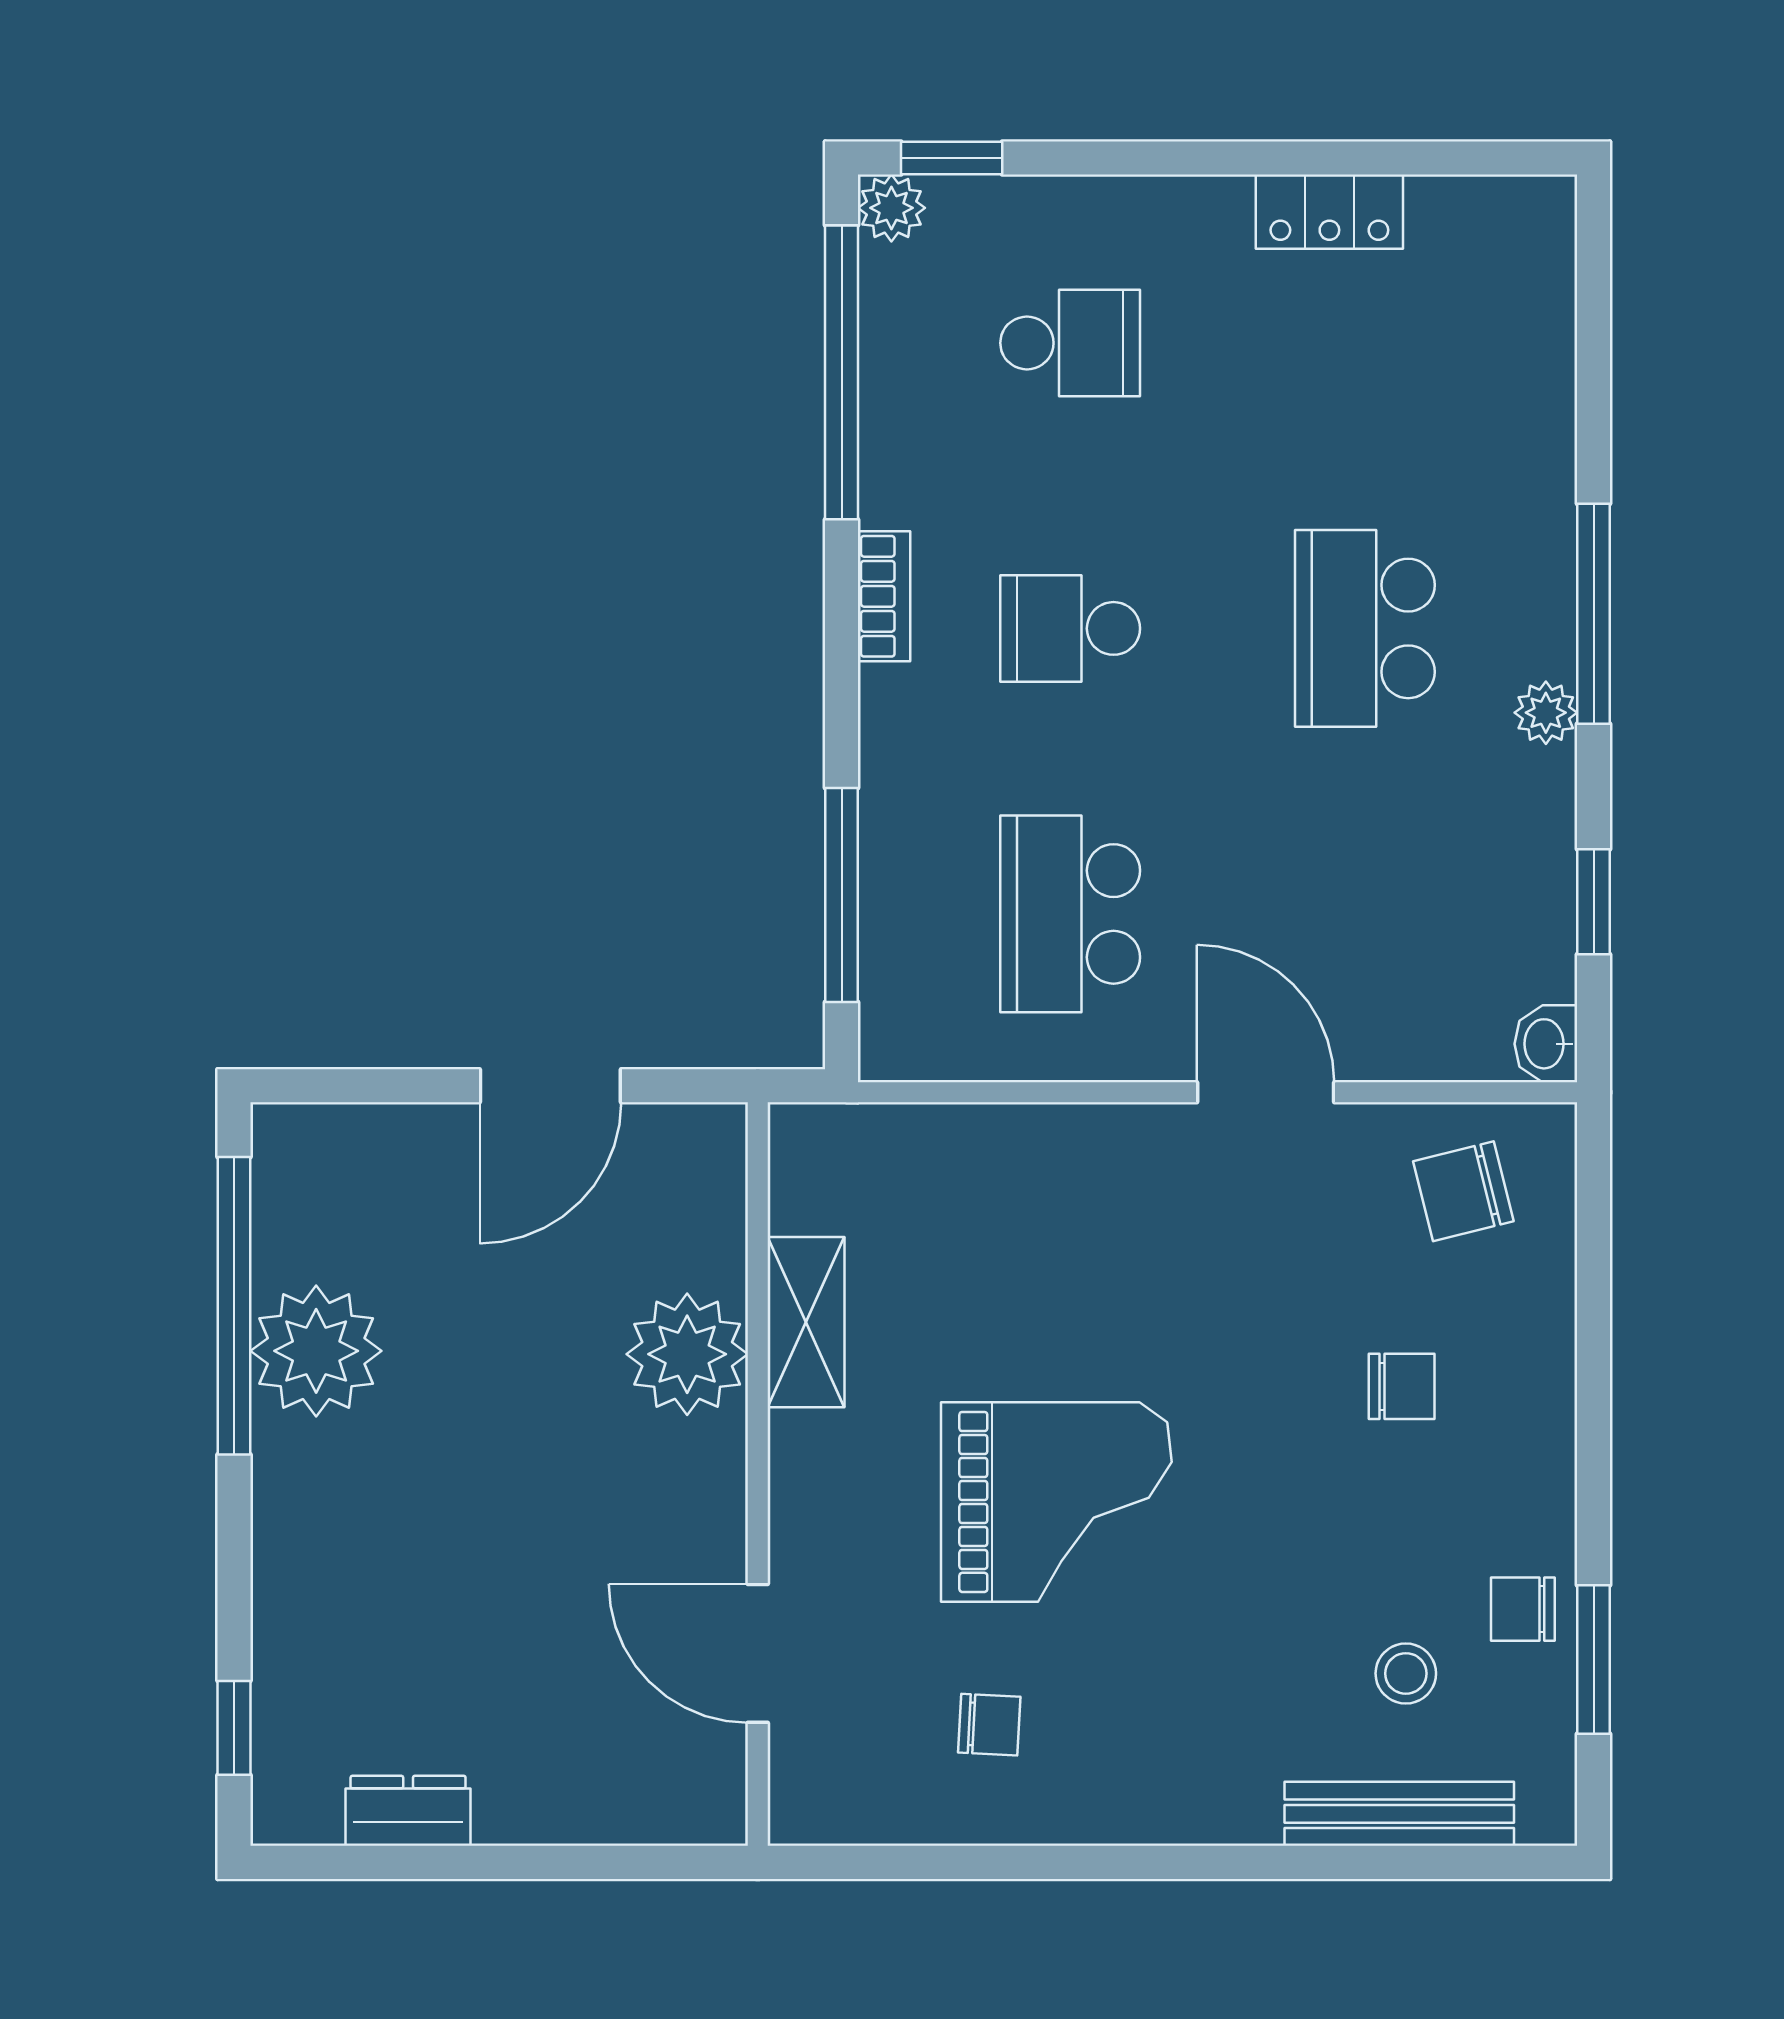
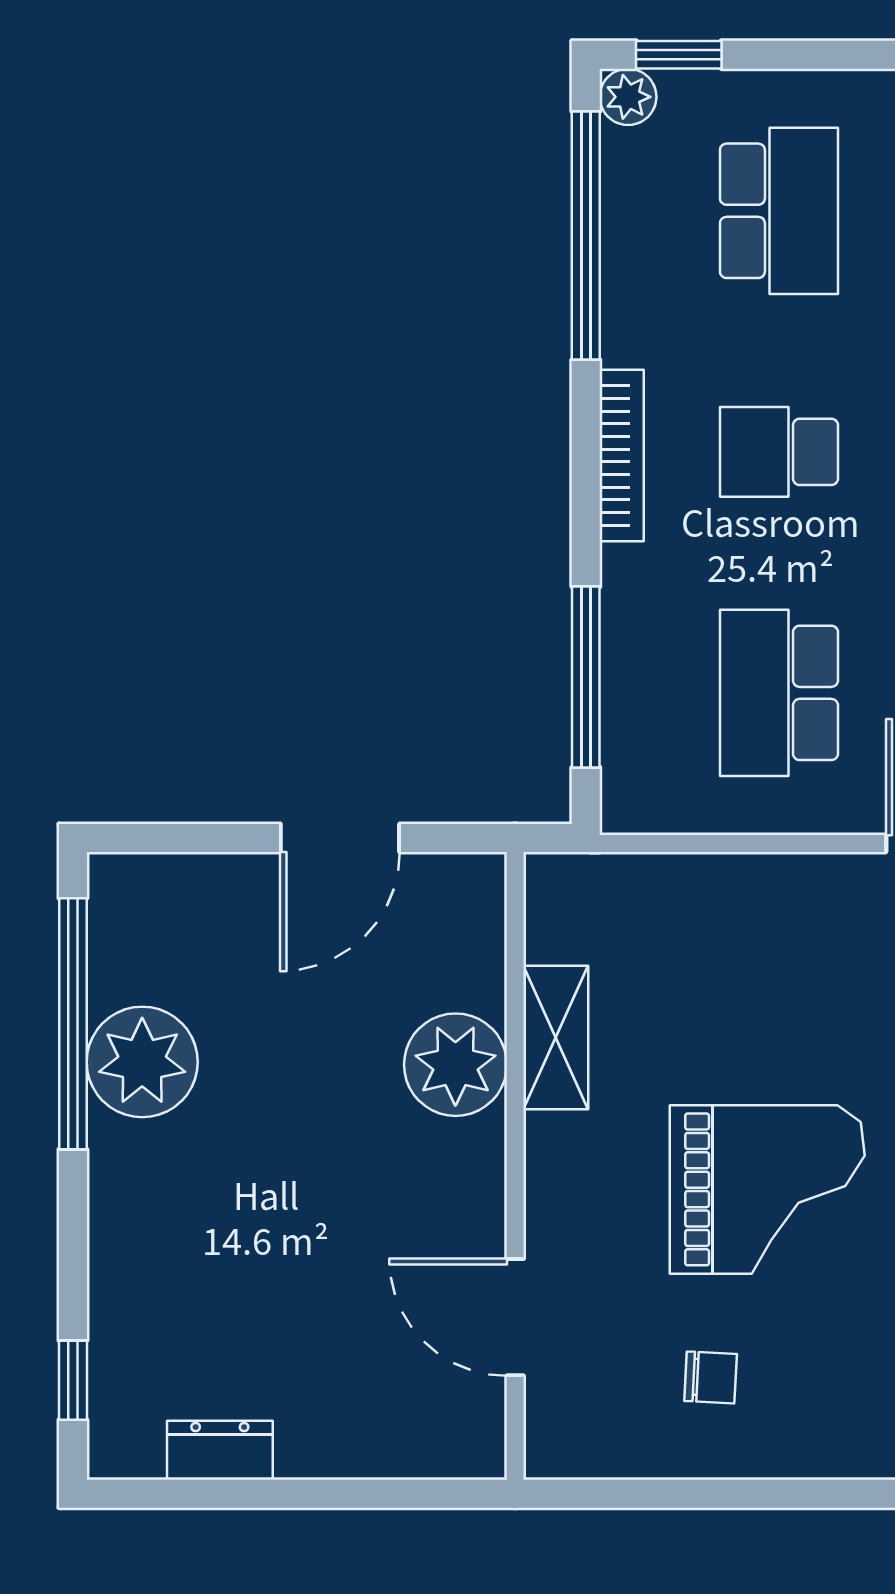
school desk: (1070, 343) -> (779, 211), width x1.85
bookcase: (884, 596) -> (622, 456), width x1.56

